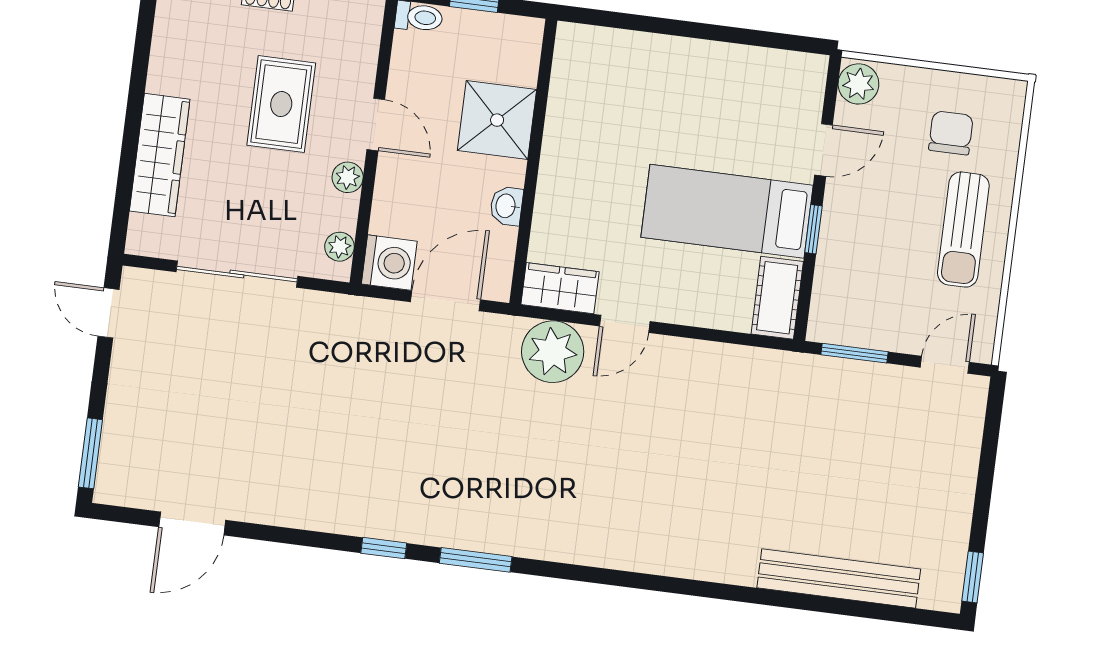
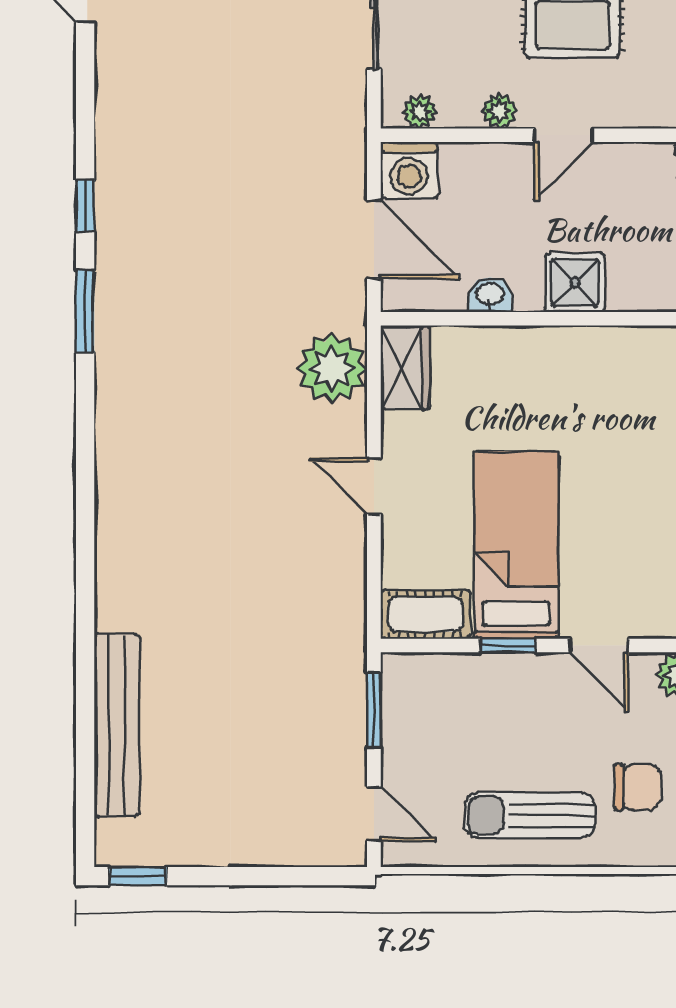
shower: (497, 120) -> (575, 282), width x0.73, depth x0.73
door: (625, 324) -> (374, 486), moved

